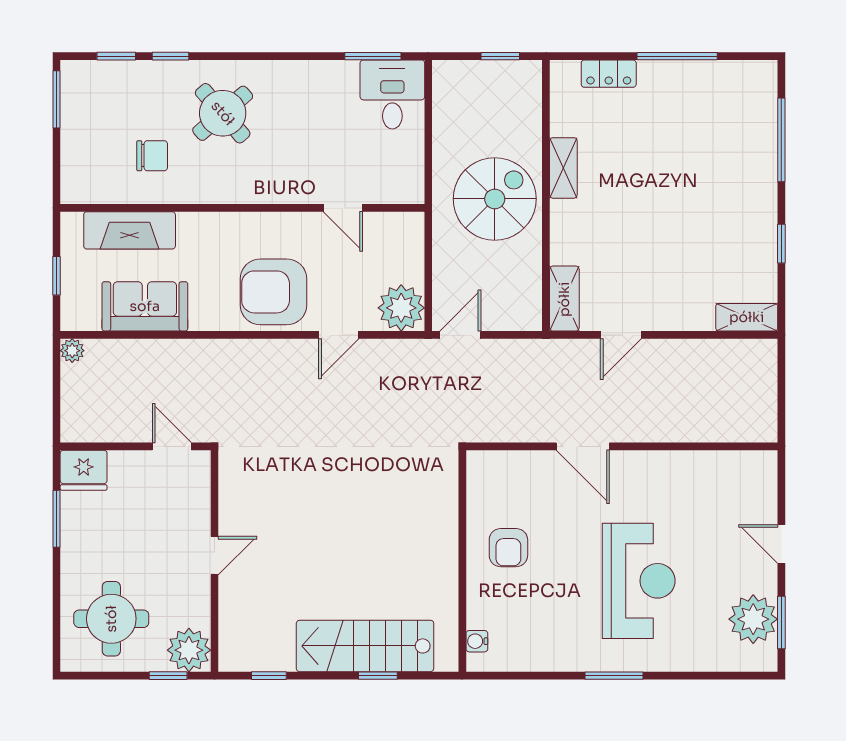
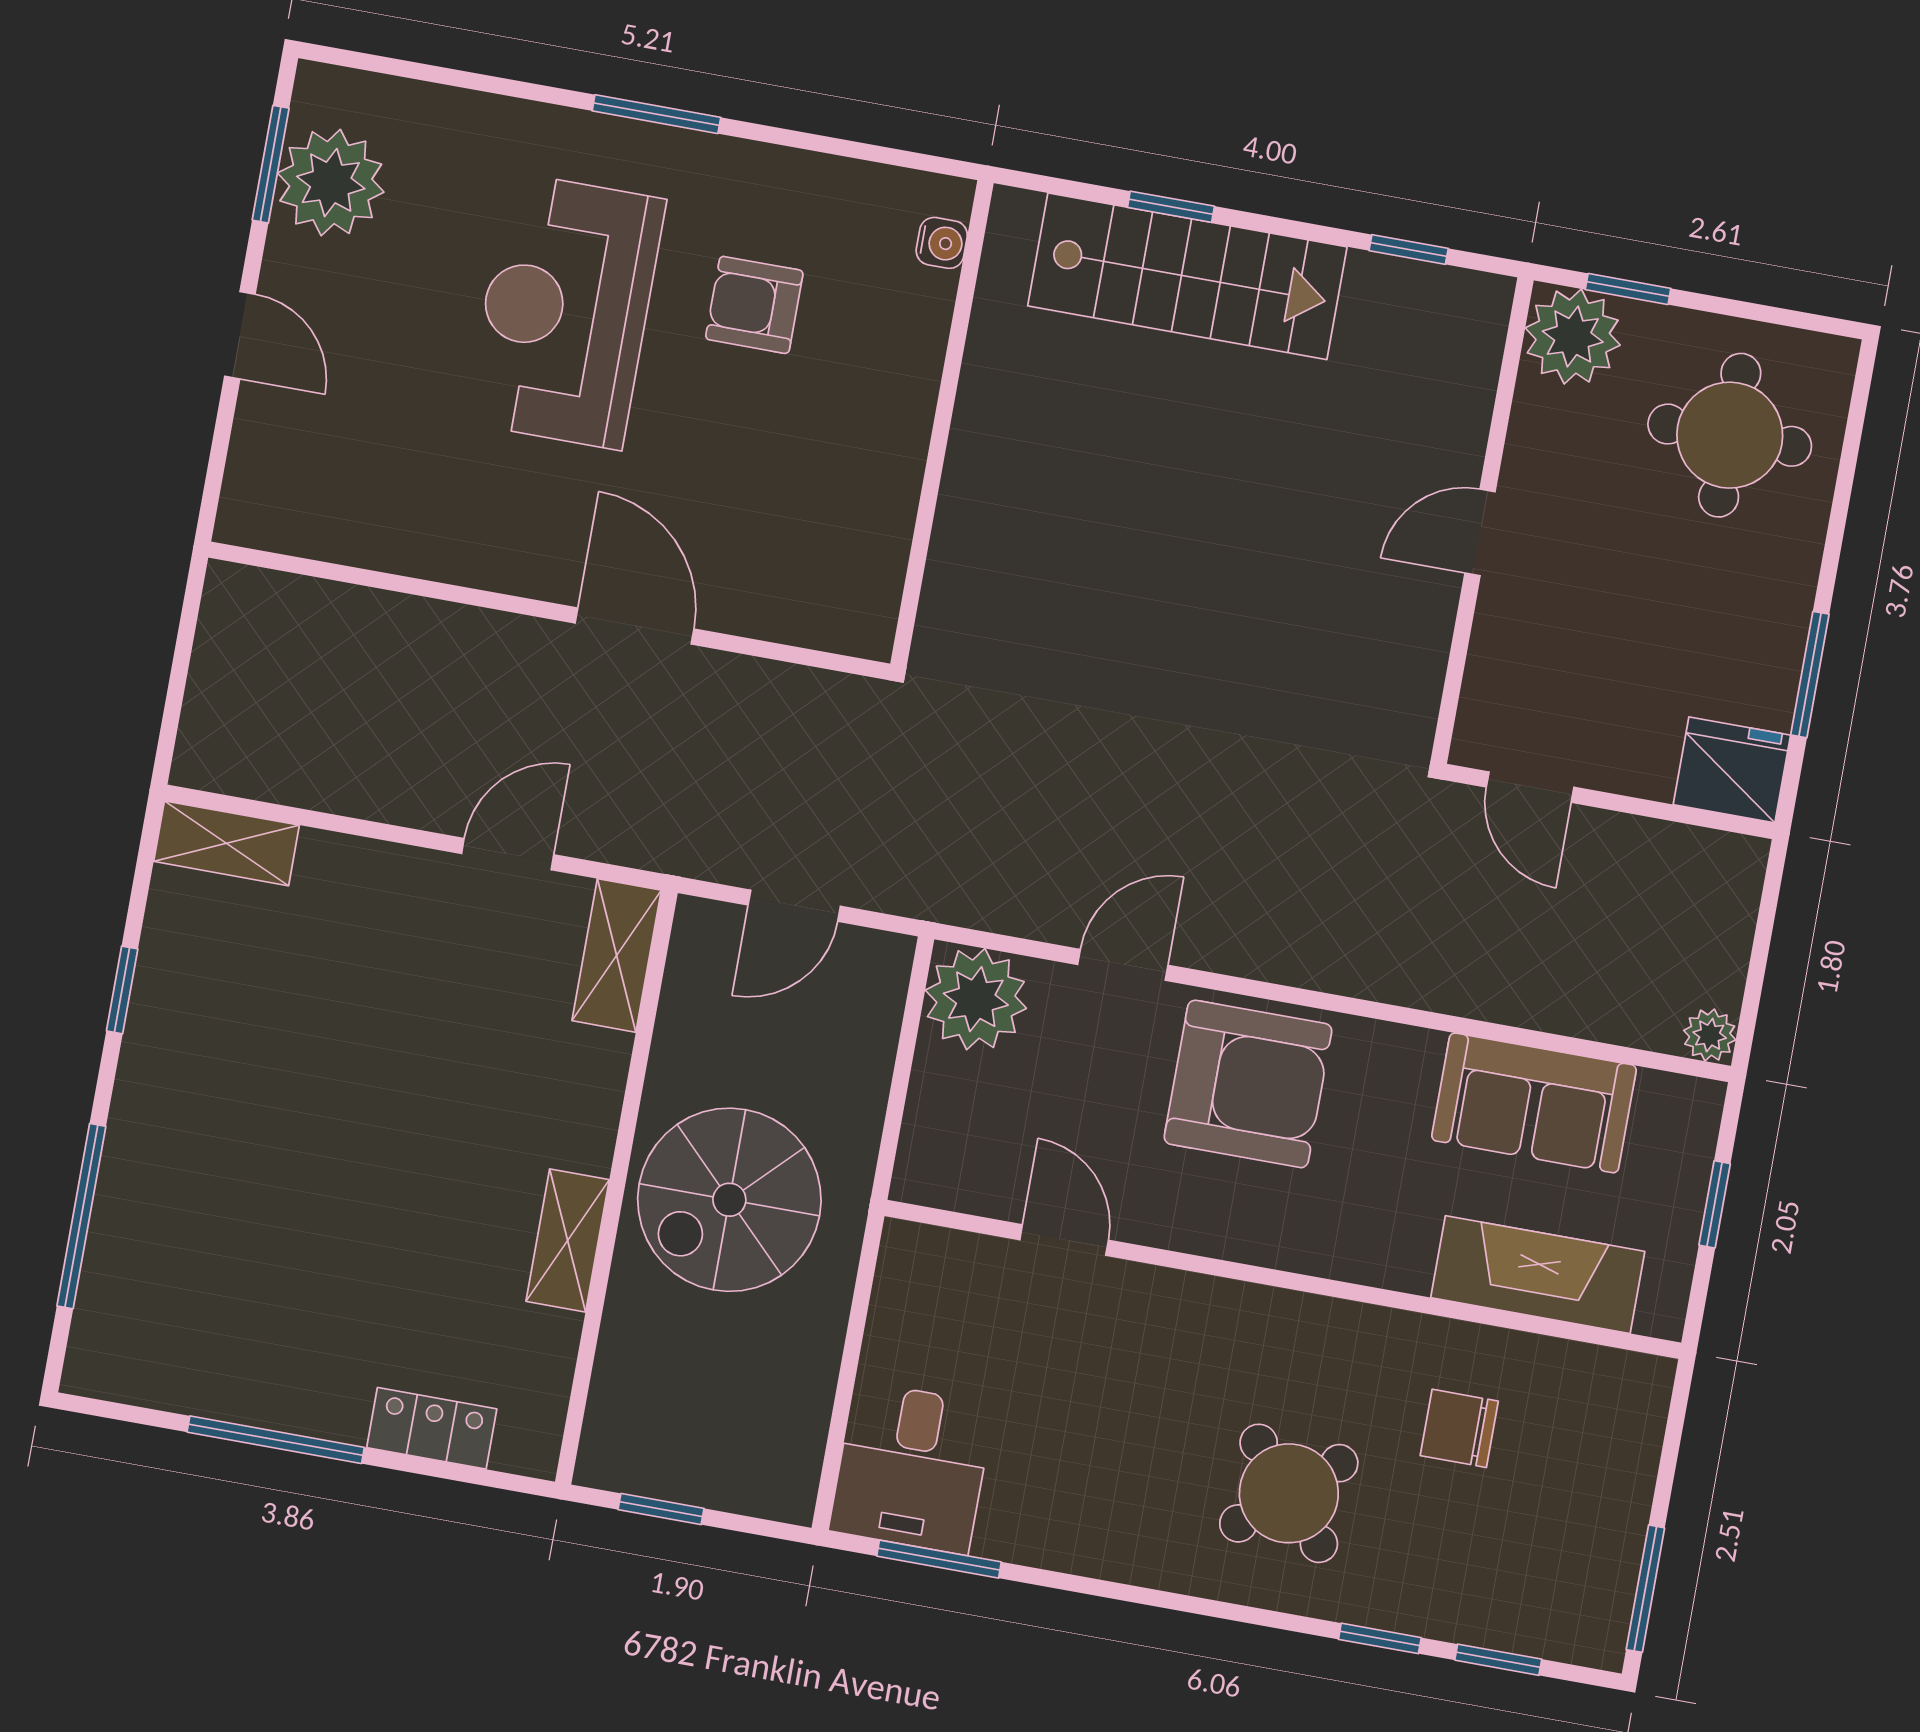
door: (460, 335) -> (794, 906), moved
armchair: (508, 548) -> (754, 305), moved, turned -90

